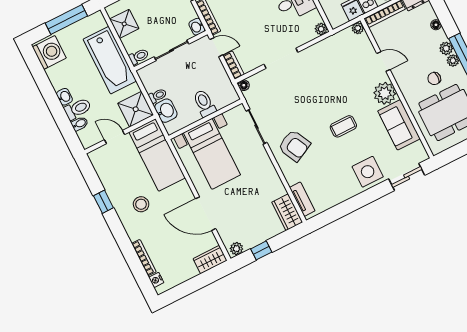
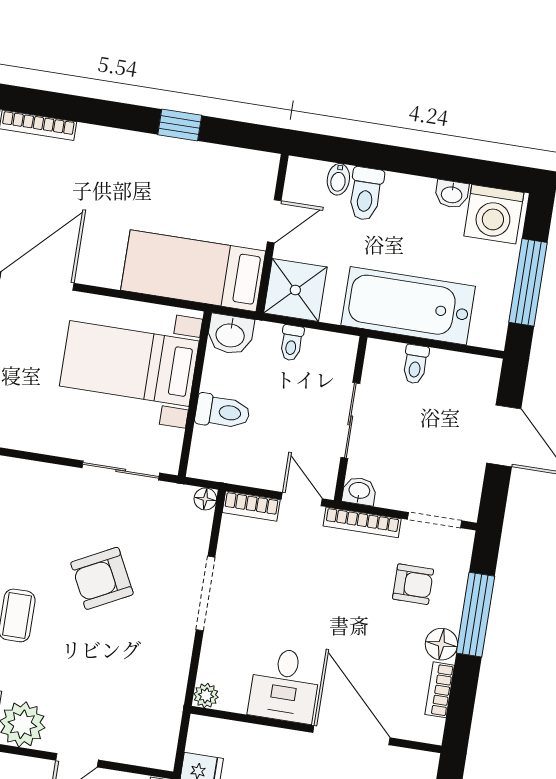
shower: (124, 24) -> (451, 373), removed
plant: (358, 28) -> (163, 758), removed
door: (216, 47) -> (302, 499), swing flipped
toilet: (139, 56) -> (415, 364), moved
washbasin: (64, 97) -> (452, 194), moved
washbasin: (166, 111) -> (230, 334), moved
armchair: (294, 146) -> (102, 578), moved
stool: (141, 204) -> (130, 185), removed

